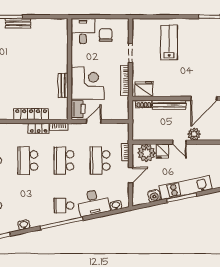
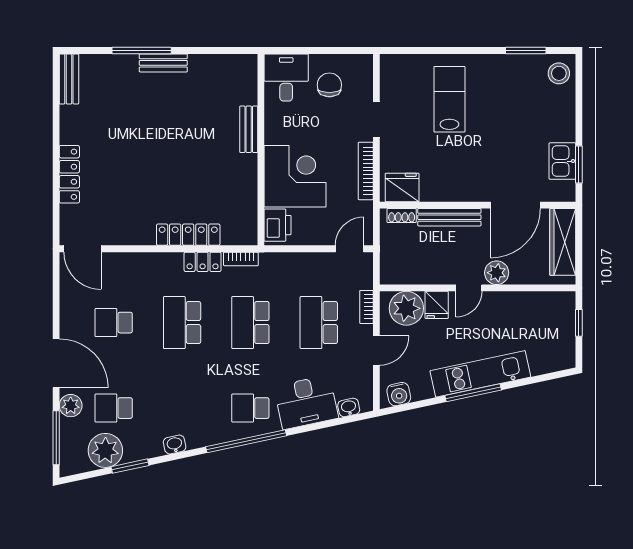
bench: (63, 86) -> (249, 129), moved
door: (94, 121) -> (350, 249), moved
door: (179, 142) -> (469, 288), hinge flipped
water cooler: (154, 196) -> (399, 394), moved

